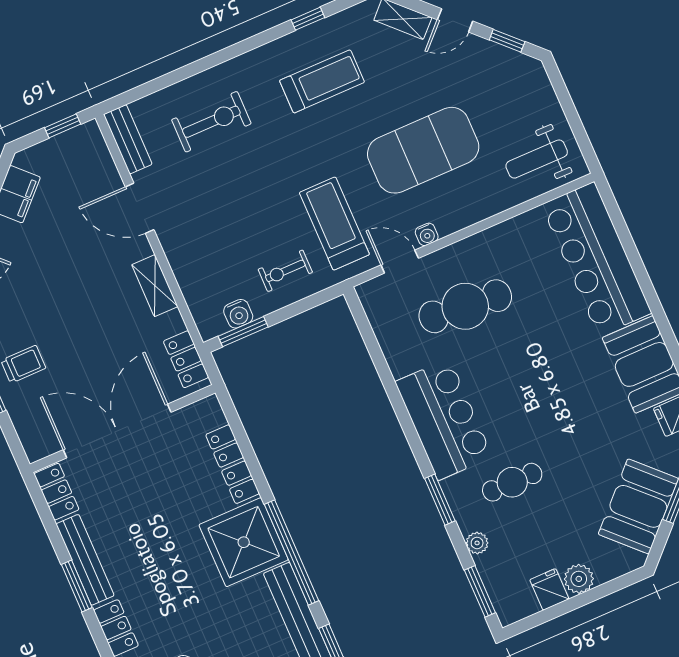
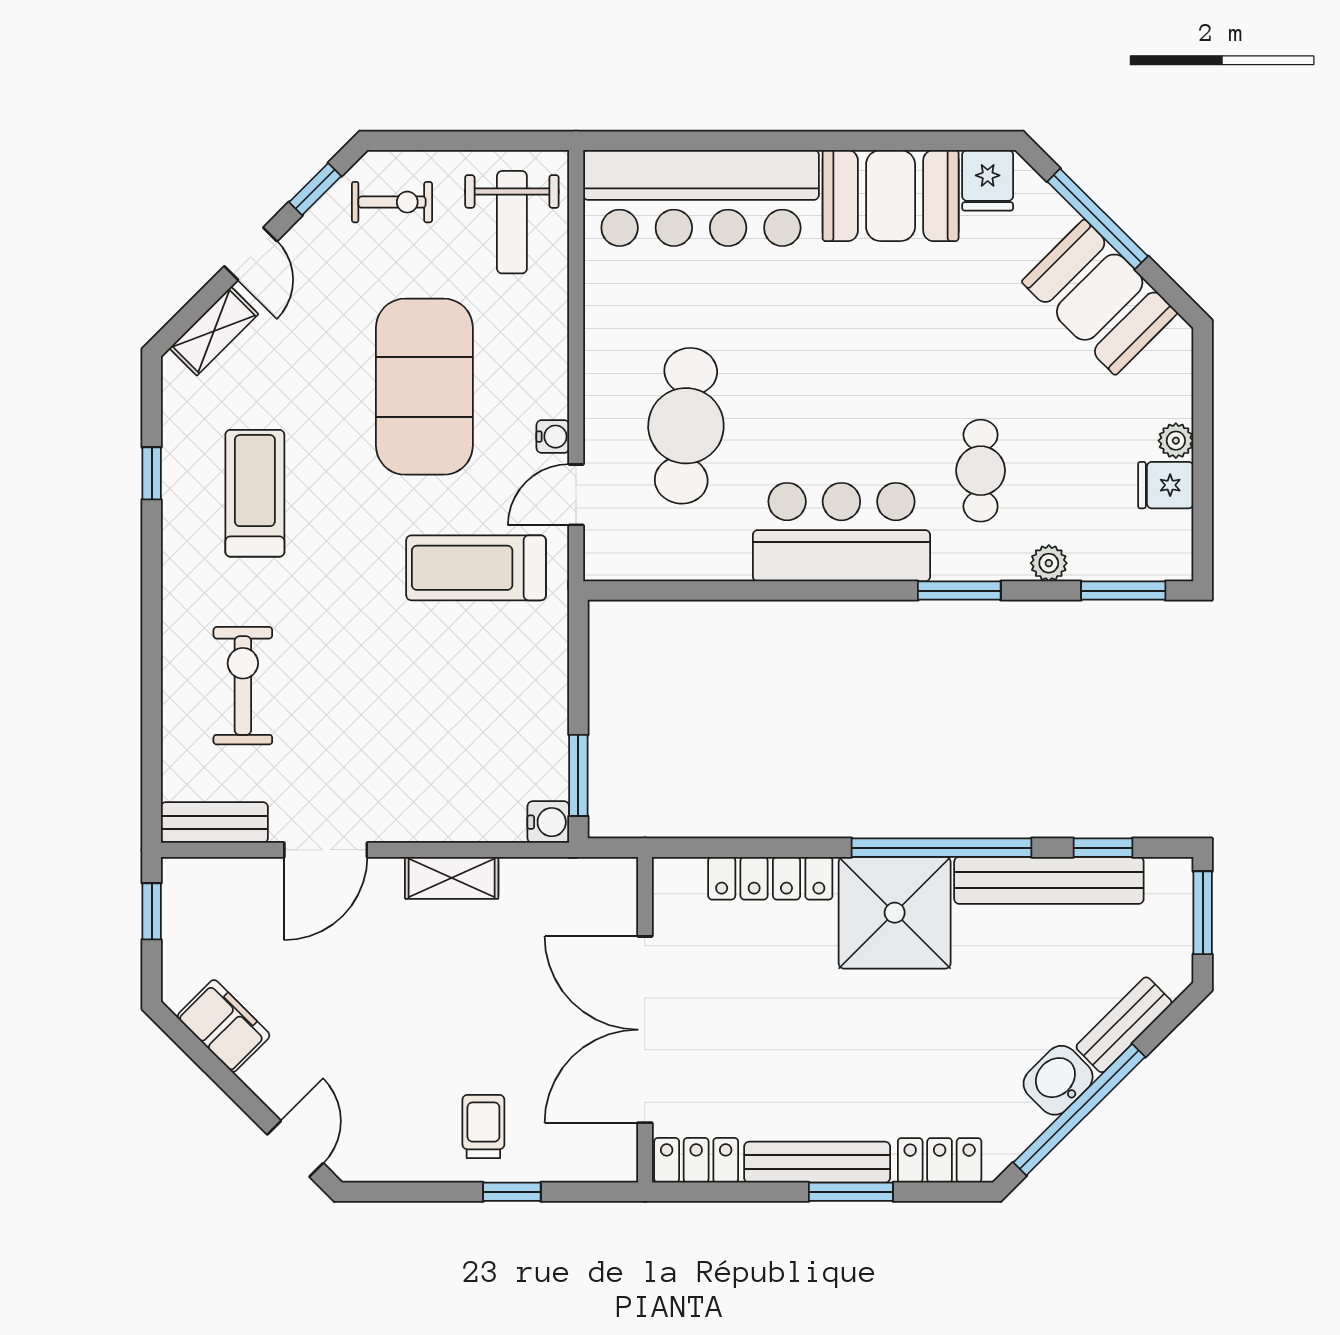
exercise bike: (285, 271) -> (392, 202), moved, turned -90
water cooler: (238, 314) -> (548, 822), moved
locker: (186, 359) -> (582, 879), removed
plant: (579, 579) -> (1176, 441), width x0.73, depth x0.73

